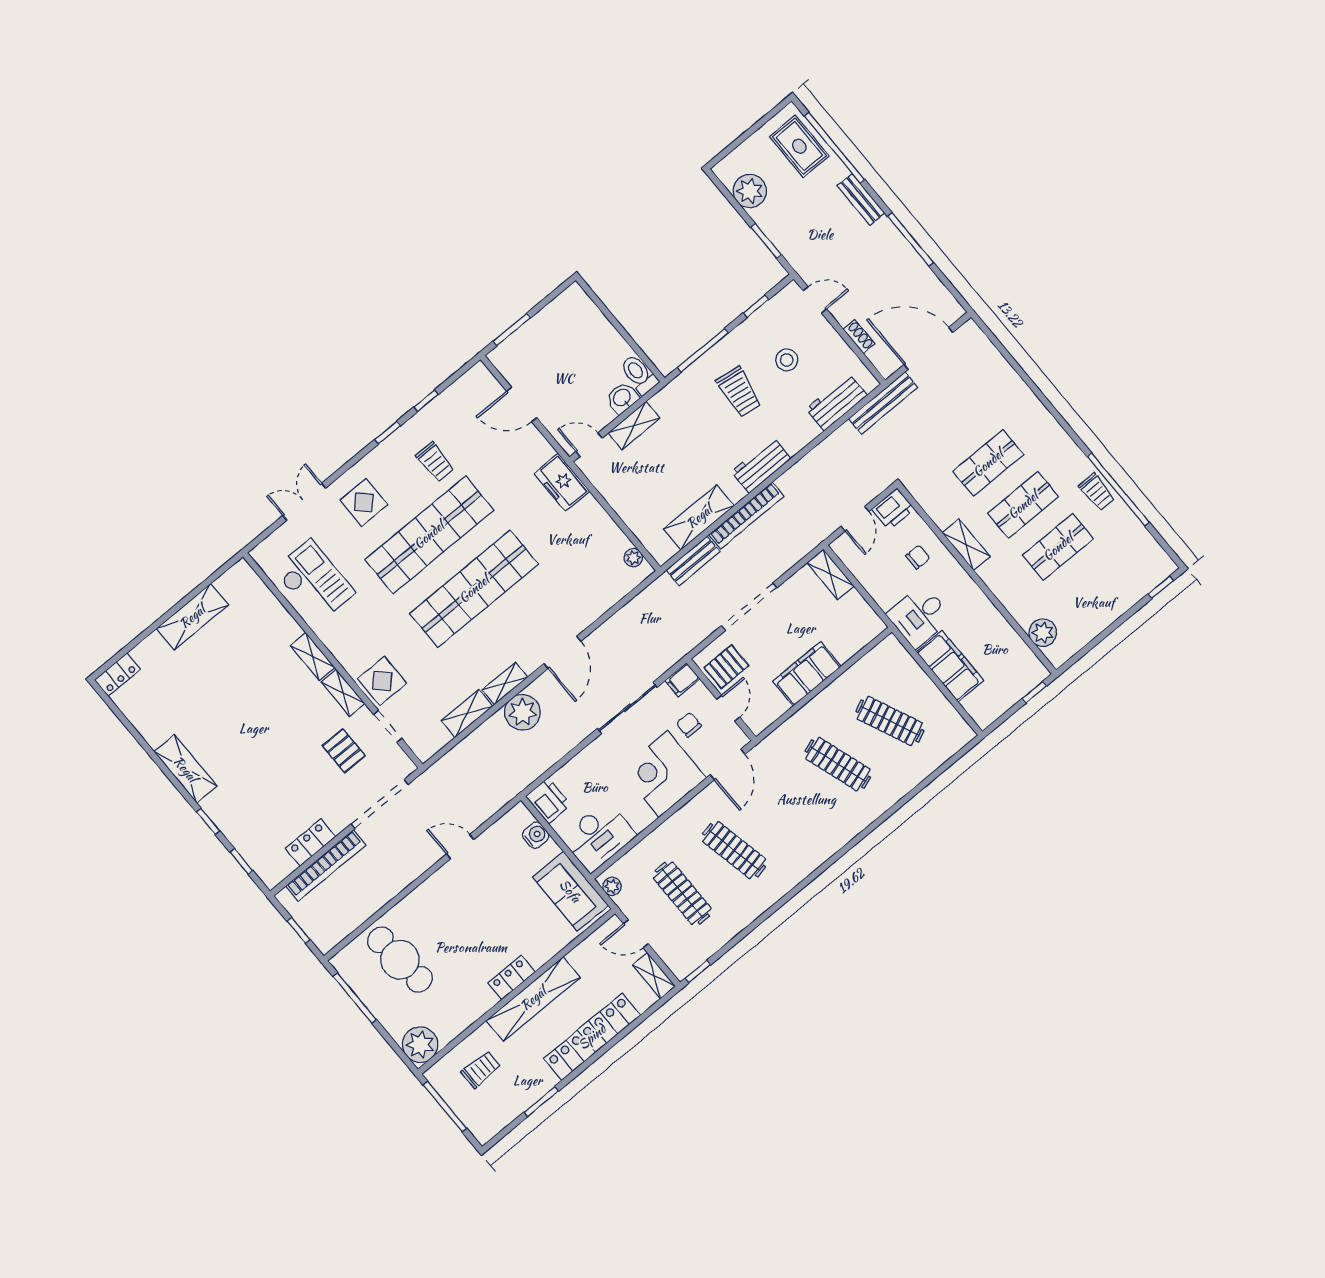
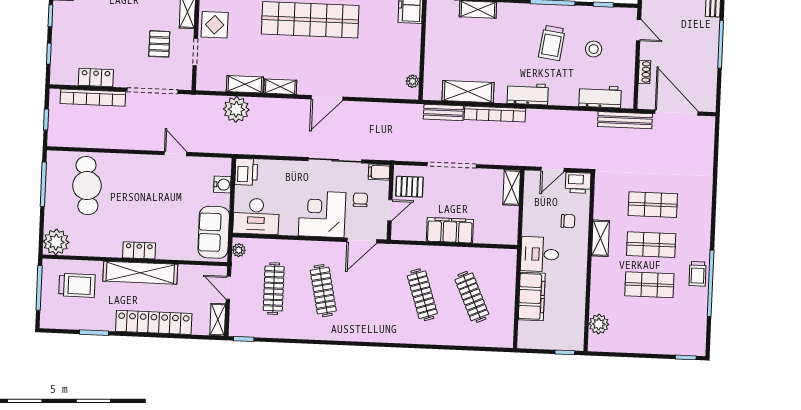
plant: (522, 712) -> (236, 109), moved
trolley: (481, 1069) -> (77, 285), width x1.36, depth x1.39

